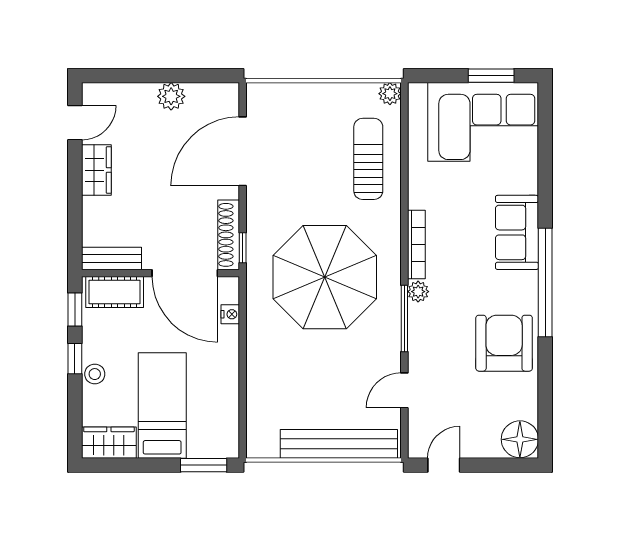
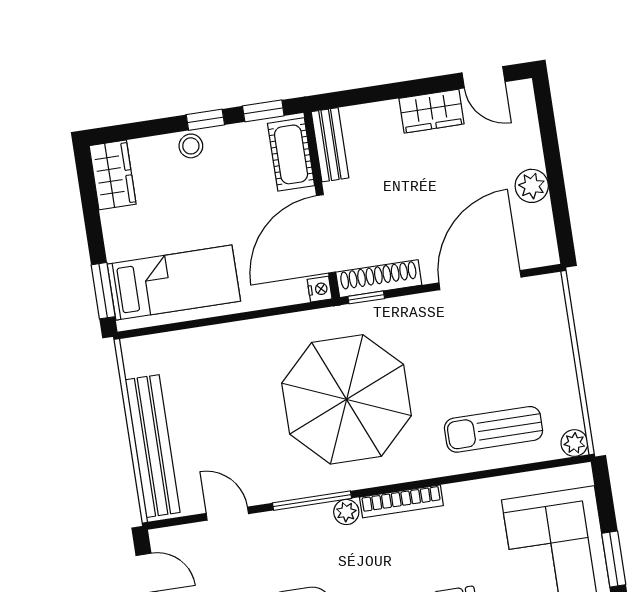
door: (243, 151) -> (480, 280), hinge flipped
sun lounger: (368, 159) -> (494, 429), turned 180
nightstand: (230, 314) -> (320, 289), moved, turned -90
bed: (162, 405) -> (174, 283), moved

